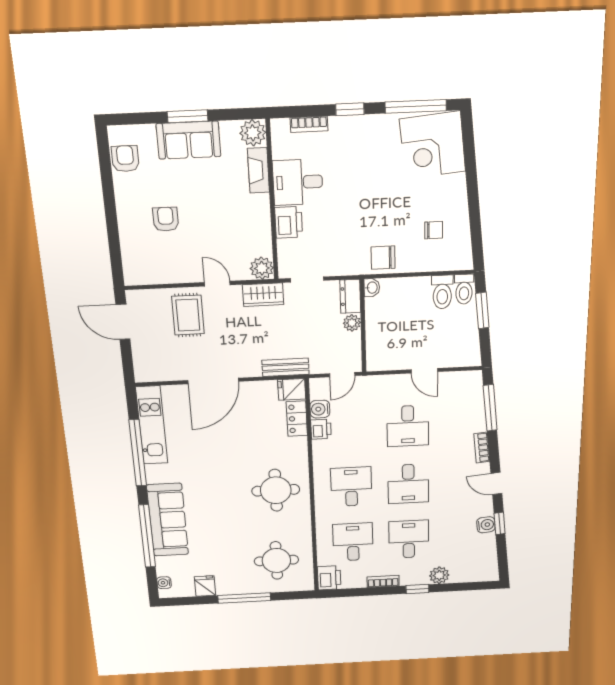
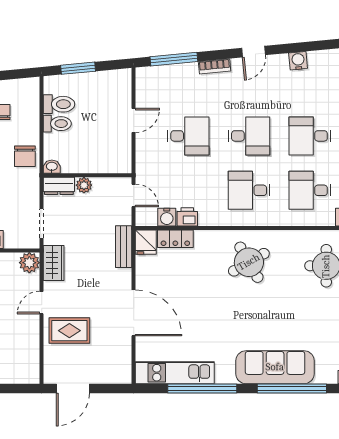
toilet: (464, 289) -> (57, 124), moved
round table: (276, 490) -> (249, 262), turned -30
window: (500, 524) -> (298, 47), removed

